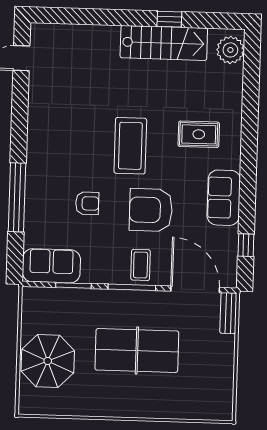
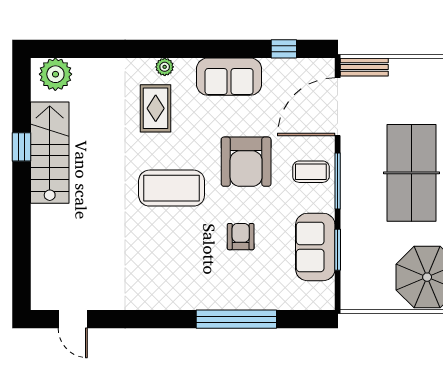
plant: (234, 143) -> (165, 67), added
sofa: (51, 266) -> (315, 247), moved

